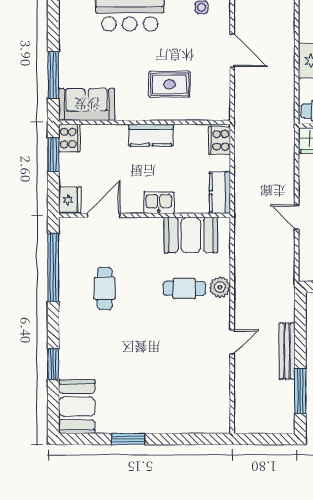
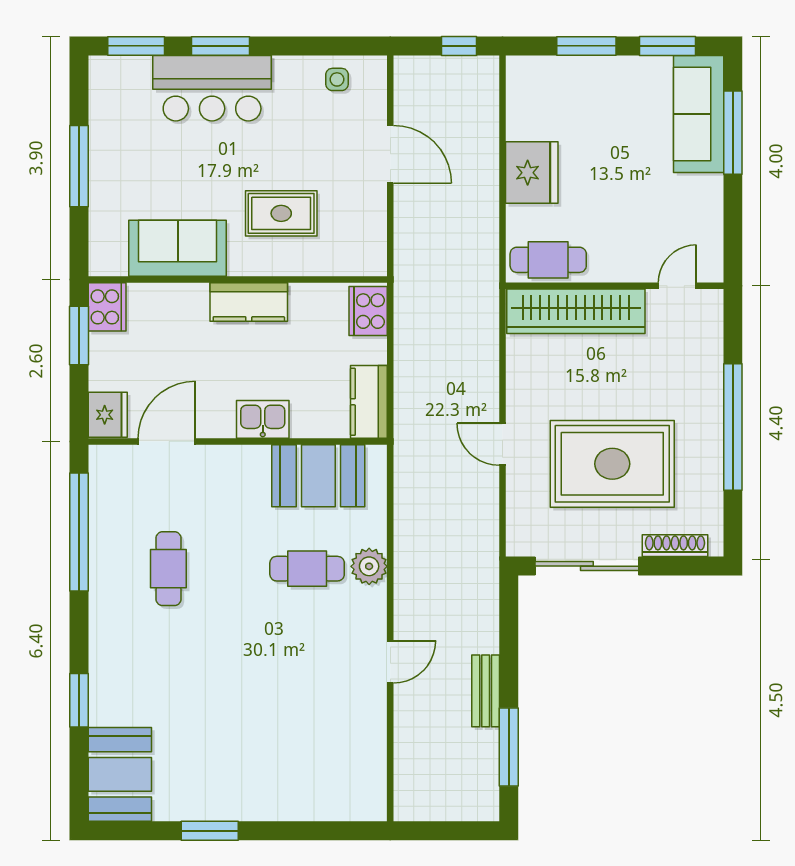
window: (53, 75) -> (79, 166), moved
sofa: (87, 104) -> (178, 248), moved
bench: (287, 351) -> (486, 691), width x0.73

